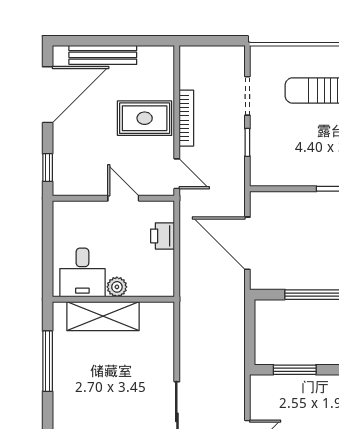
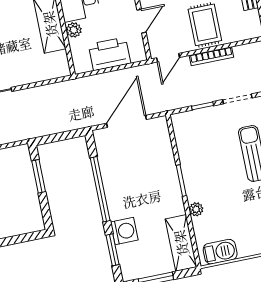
printer: (163, 236) -> (110, 54), width x1.87, depth x1.48

